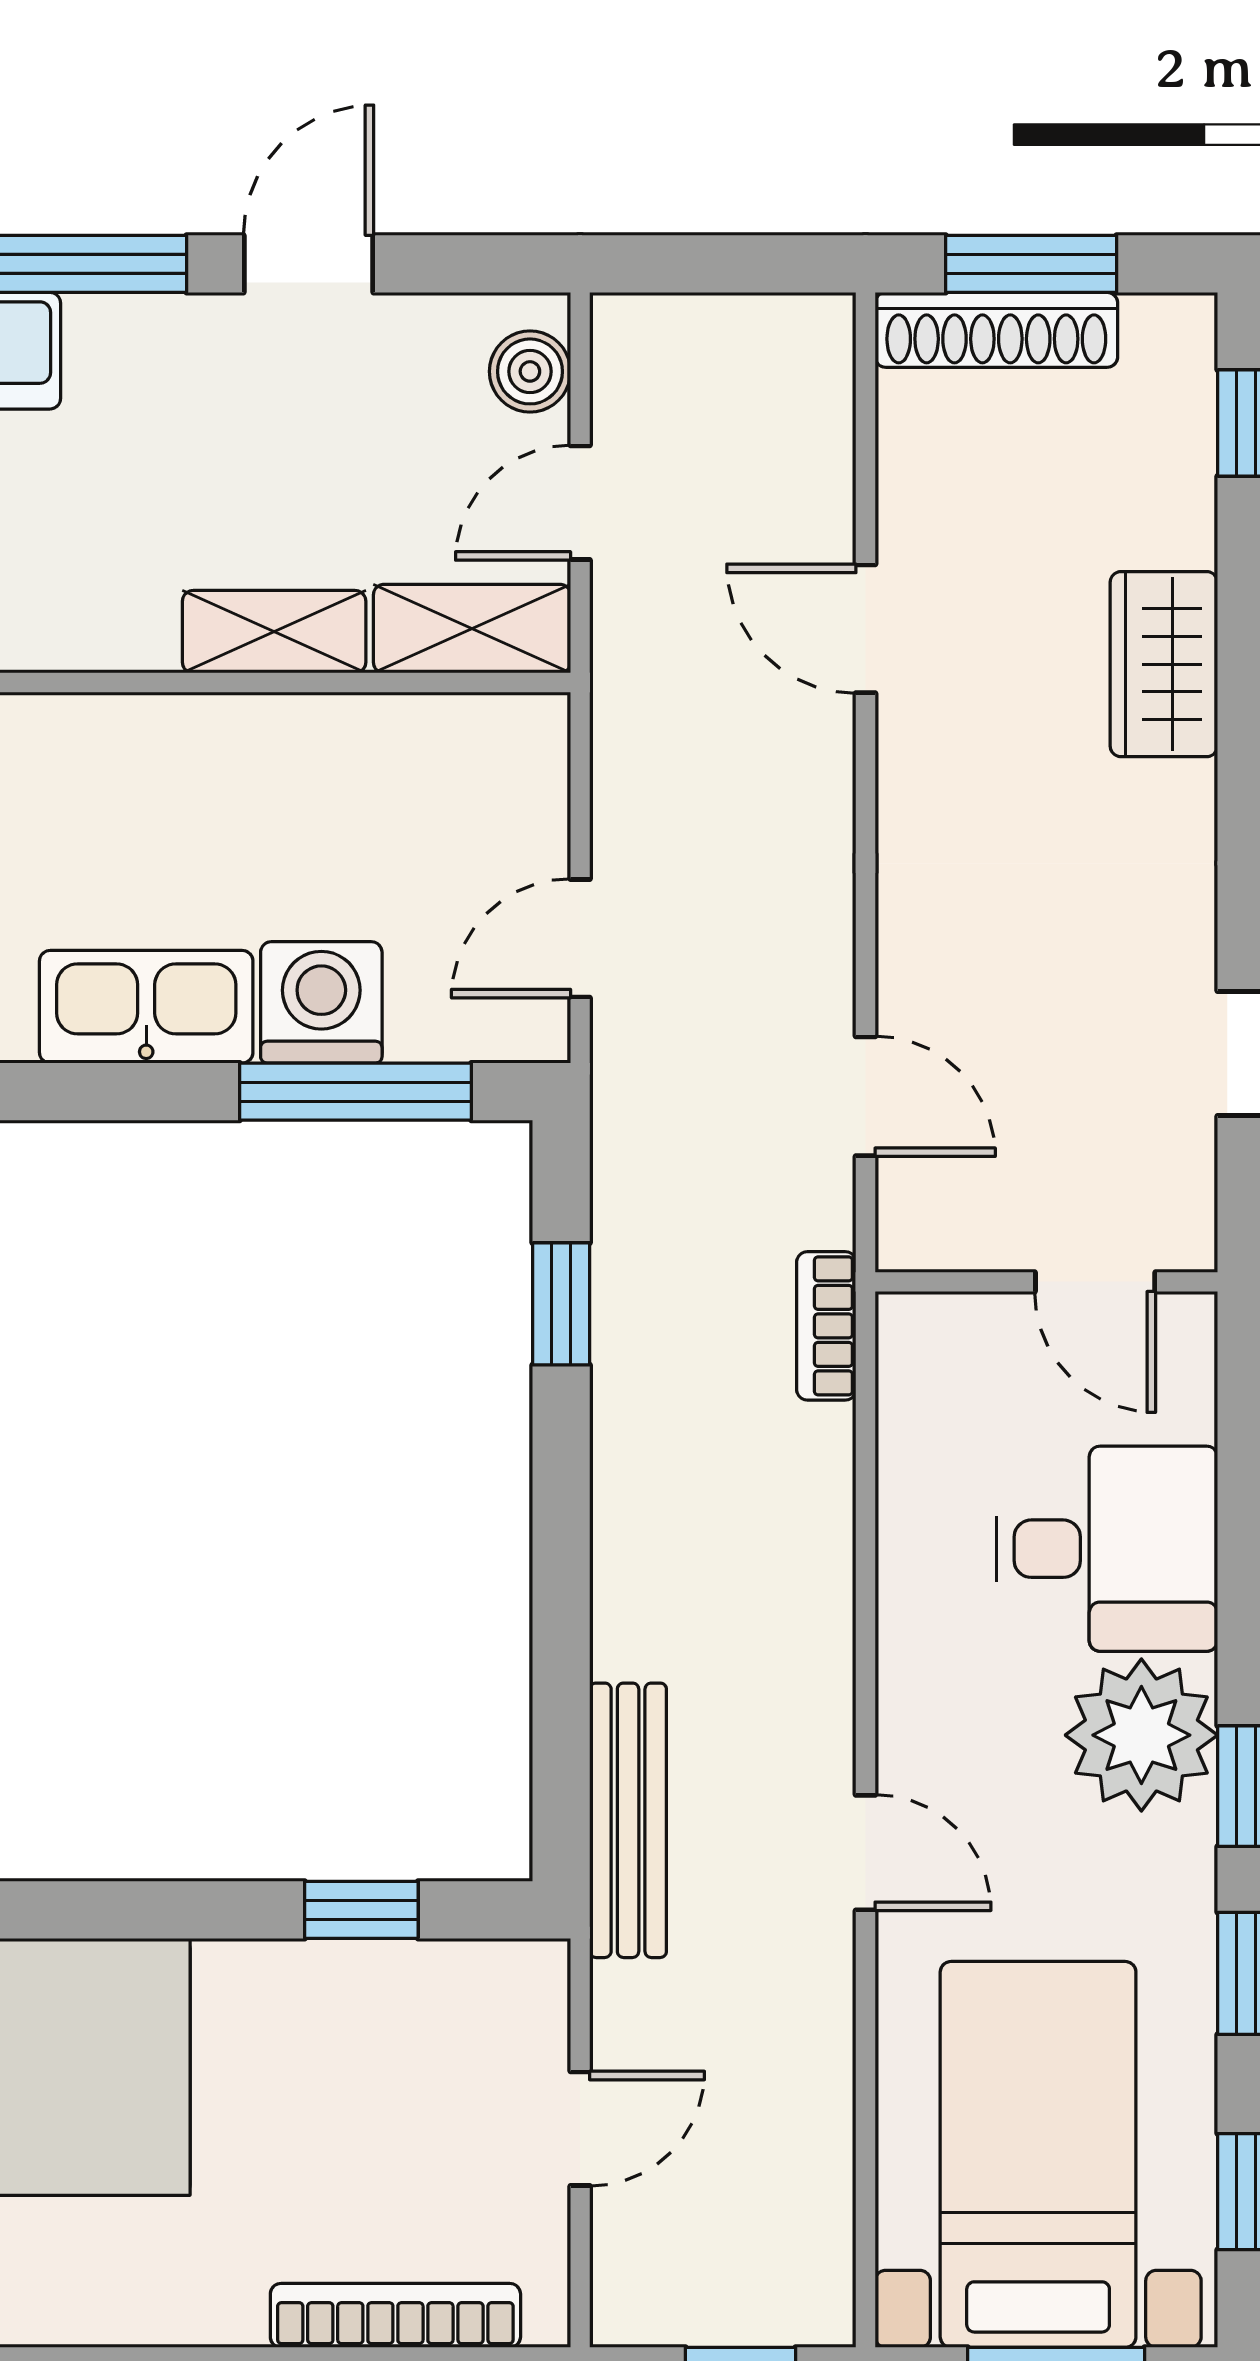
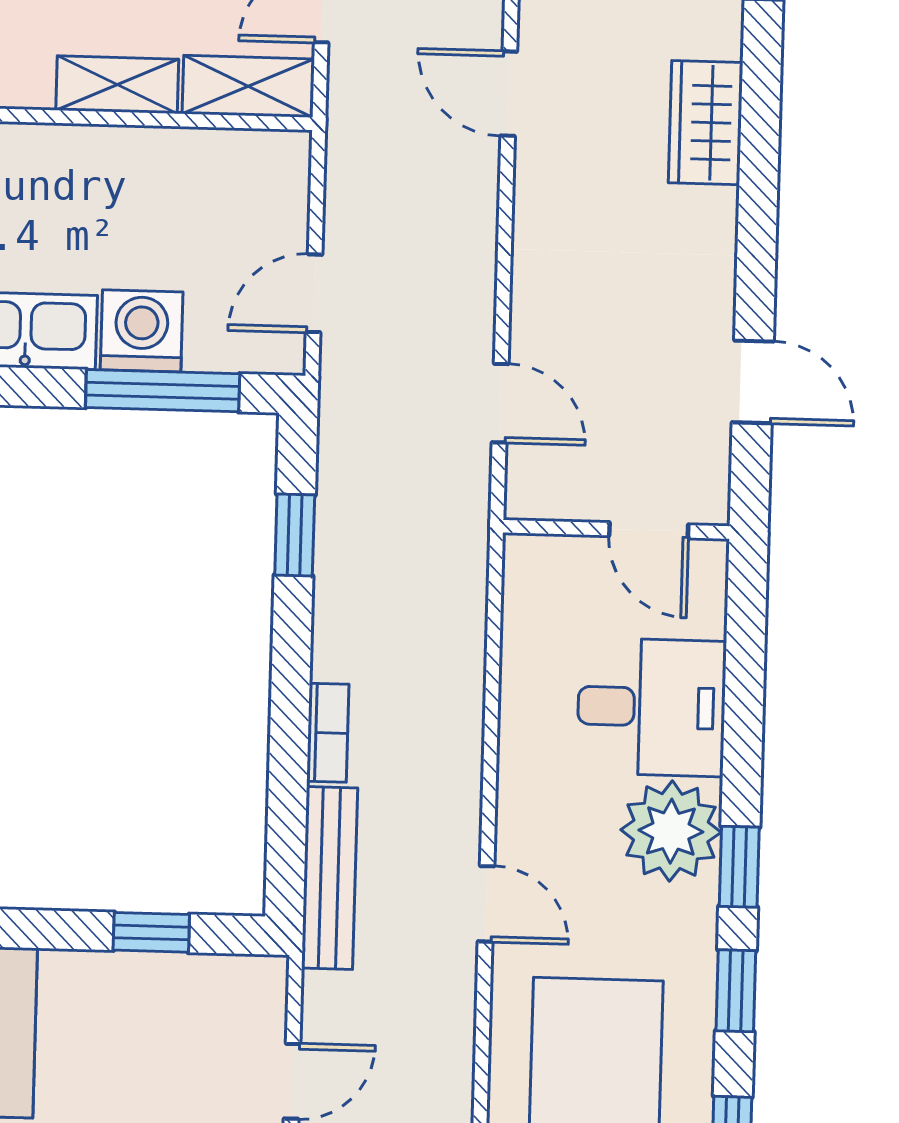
bookcase: (826, 1326) -> (328, 733), moved, turned 180

